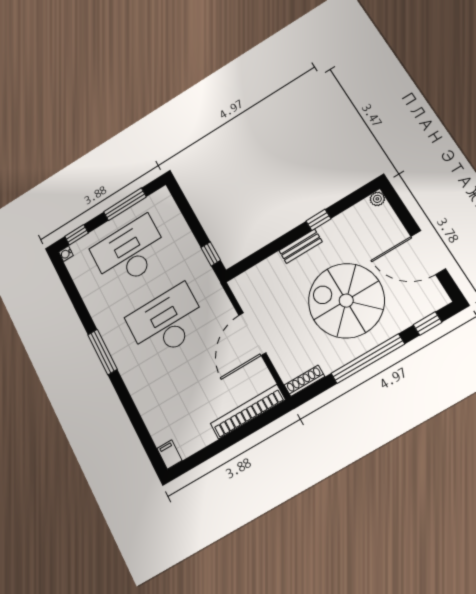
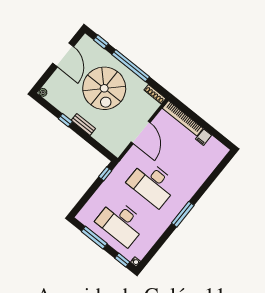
door: (252, 334) -> (141, 132), hinge flipped
filing cabinet: (169, 454) -> (204, 137), moved

